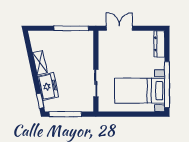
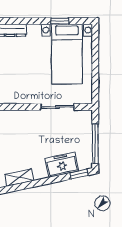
shelving: (40, 63) -> (19, 177), moved
window: (167, 85) -> (60, 21), width x0.32

